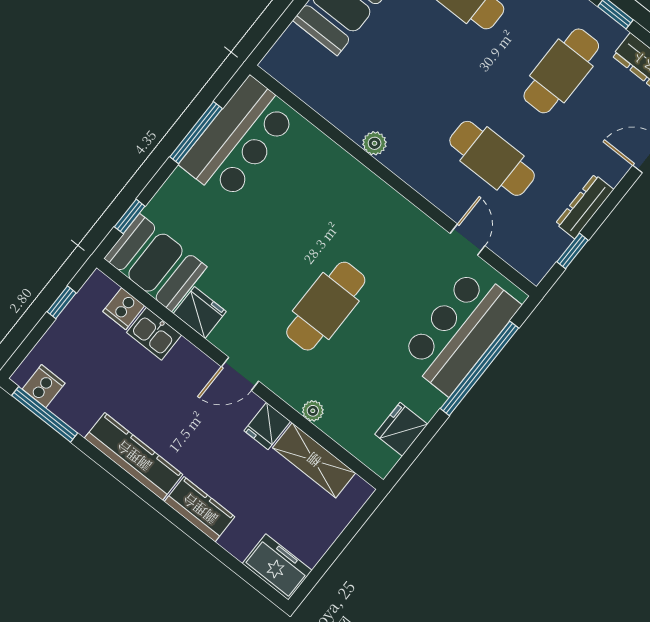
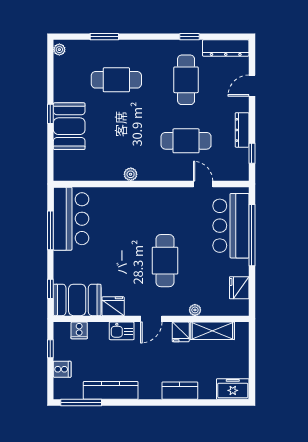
kitchen sink: (154, 334) -> (122, 331), moved
cooker: (44, 386) -> (62, 369), moved, turned 90
kitchen counter: (134, 456) -> (111, 390), moved

